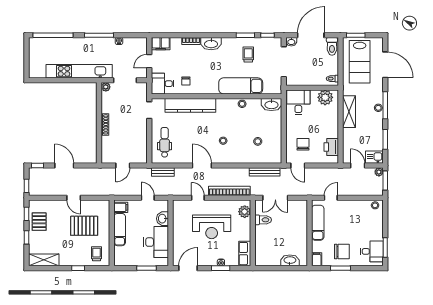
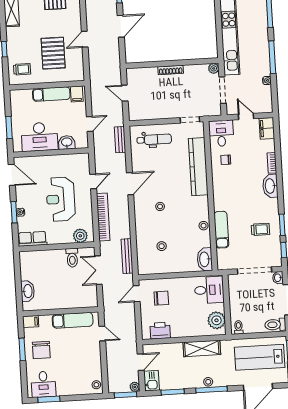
exam couch: (241, 86) -> (221, 230), width x0.73, depth x0.69

